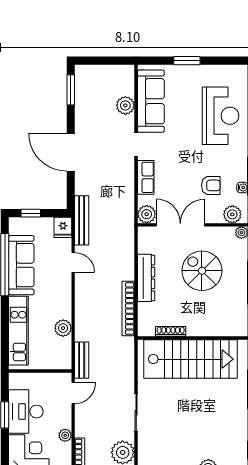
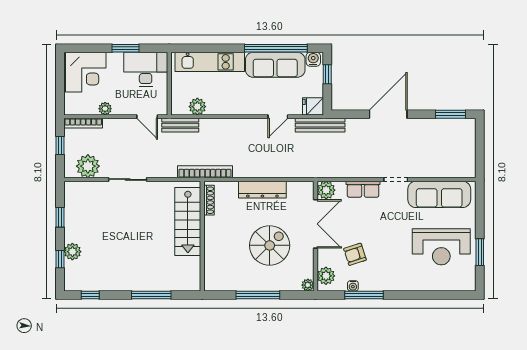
window: (187, 61) -> (480, 252), moved
plant: (125, 105) -> (435, 169), removed
reception desk: (221, 116) -> (441, 247), moved
armchair: (211, 185) -> (355, 254), turned 72
water cooler: (16, 227) -> (313, 59), added
bookcase: (128, 309) -> (205, 172), moved
plant: (63, 328) -> (197, 107), moved
shoe rack: (171, 331) -> (209, 200), moved
stairs: (190, 359) -> (188, 222), width x0.73, depth x0.66
desk: (26, 411) -> (146, 69), moved

